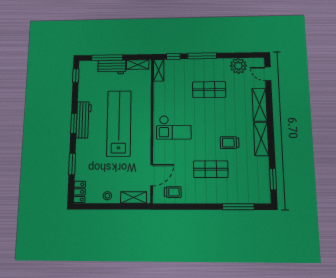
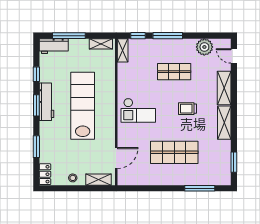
workbench: (112, 67) -> (54, 46), moved
window: (76, 75) -> (36, 74), moved
trolley: (230, 143) -> (188, 109), moved
shop shelf: (211, 169) -> (174, 152), width x1.43, depth x1.36
trolley: (173, 192) -> (137, 174), removed

